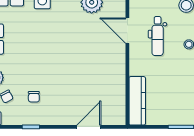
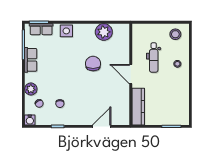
door: (127, 31) -> (131, 74), moved
chair: (78, 44) -> (93, 64), added

